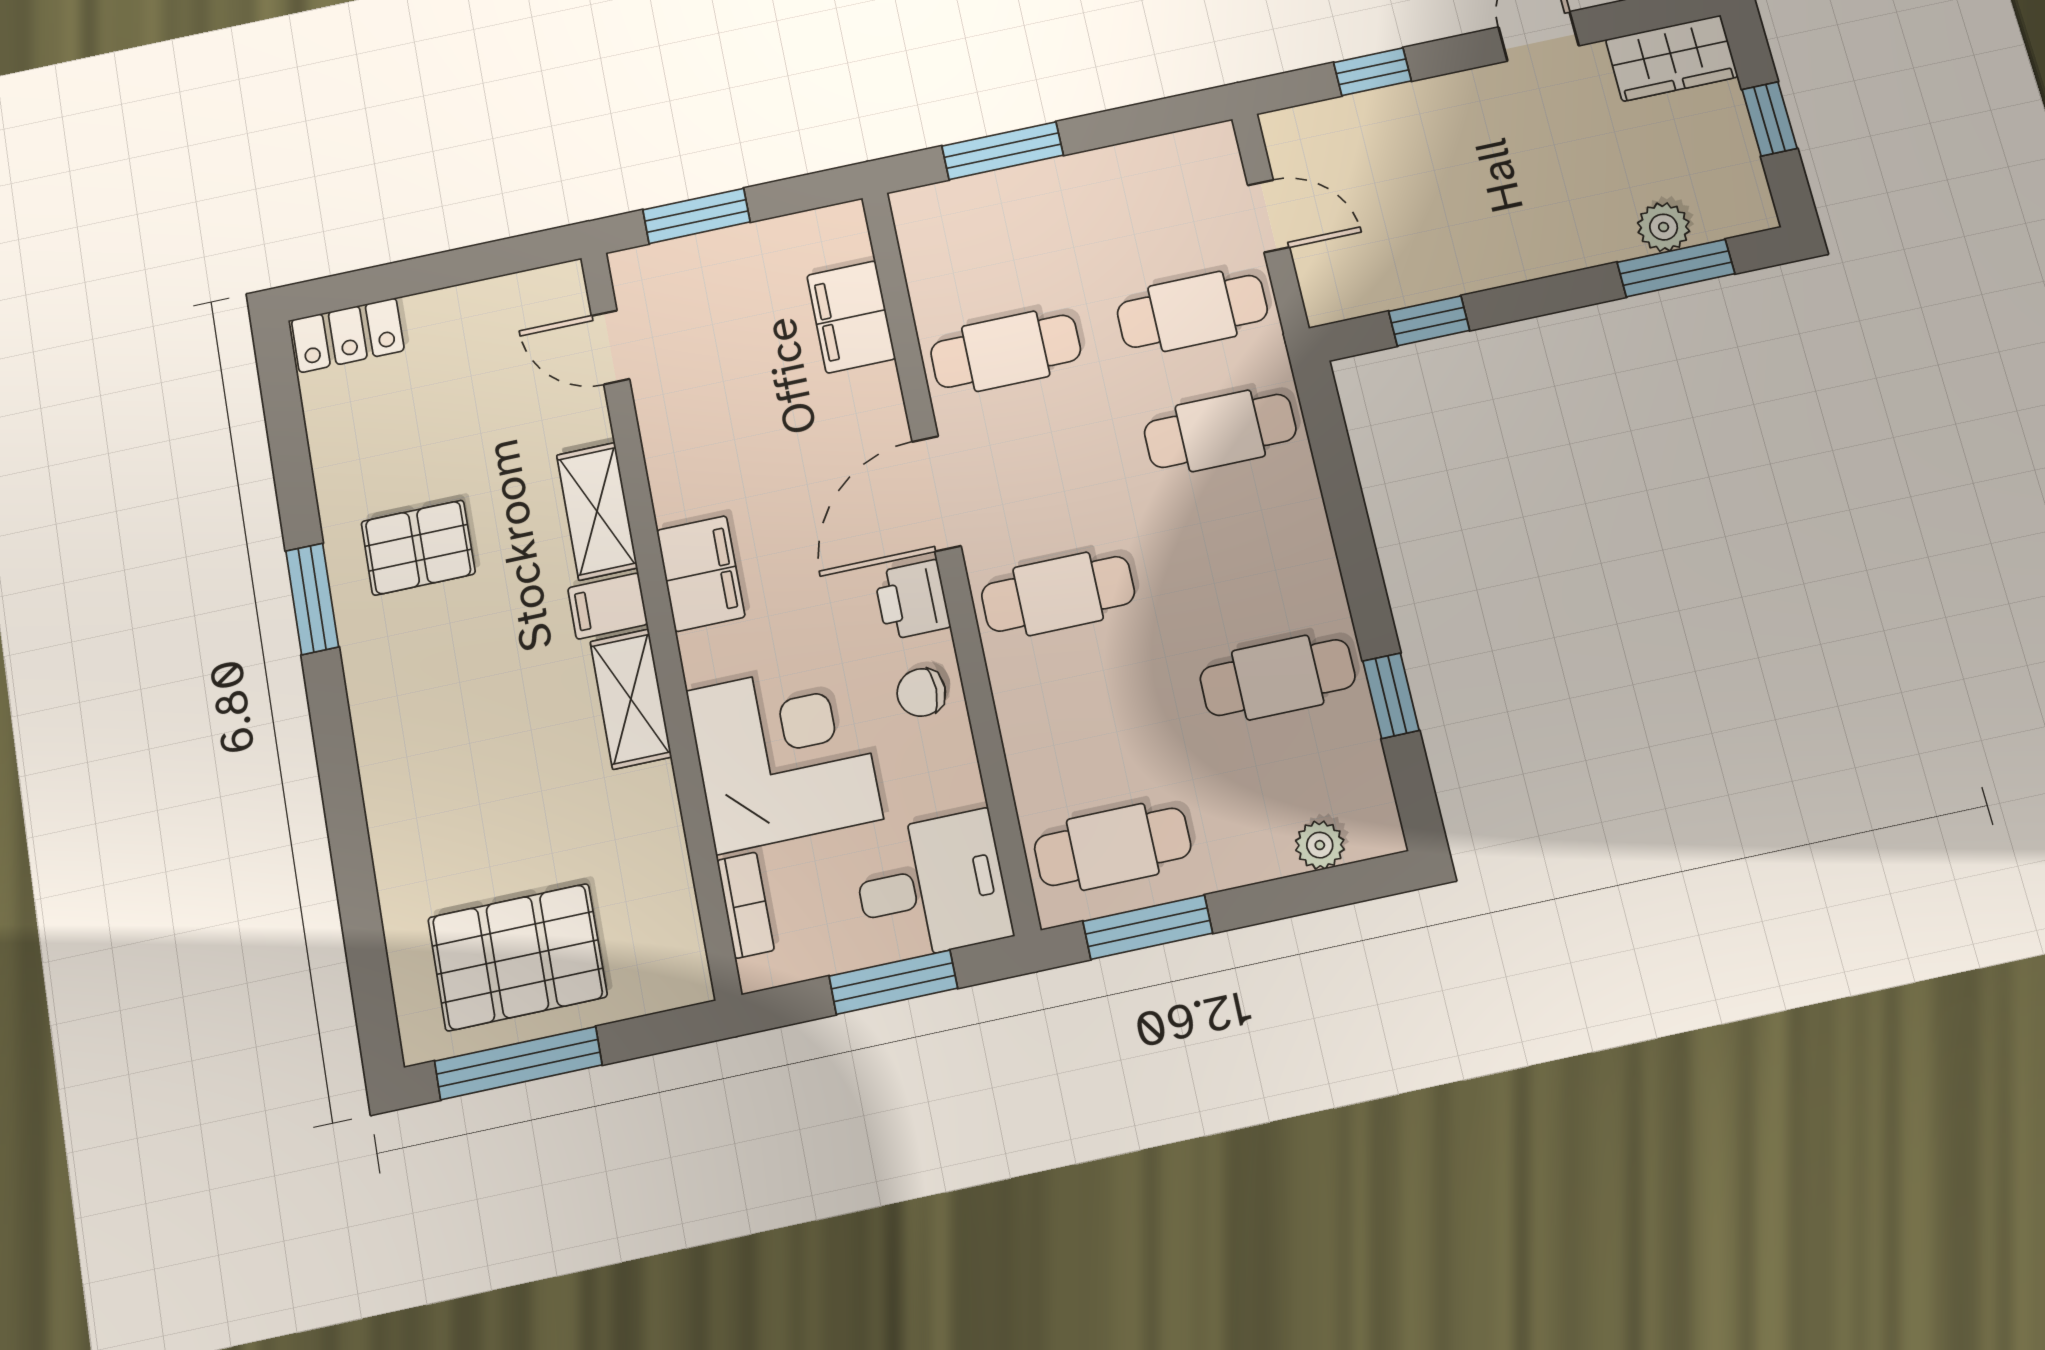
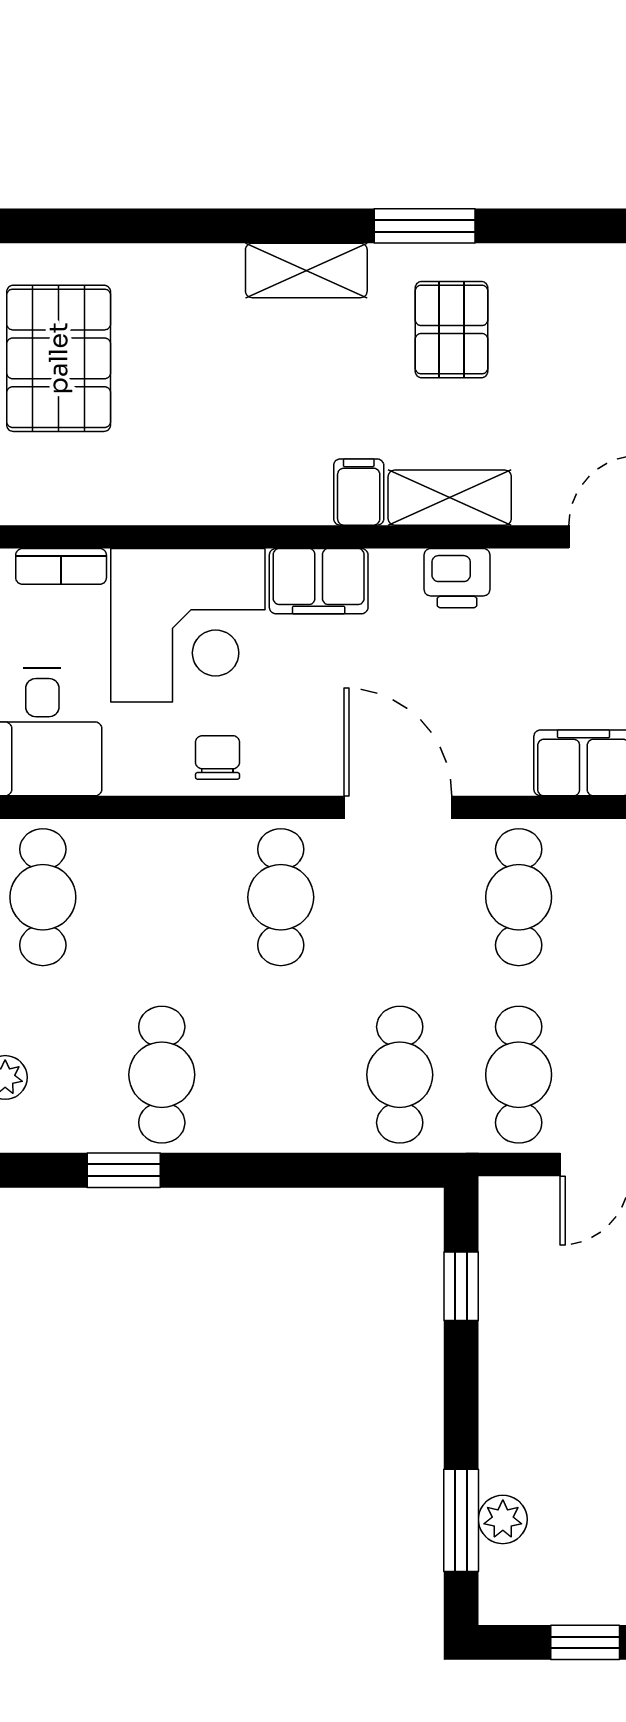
filing cabinet: (701, 574) -> (319, 581), moved
printer: (912, 600) -> (457, 578), moved, turned 180
shelving: (631, 699) -> (306, 270), moved

